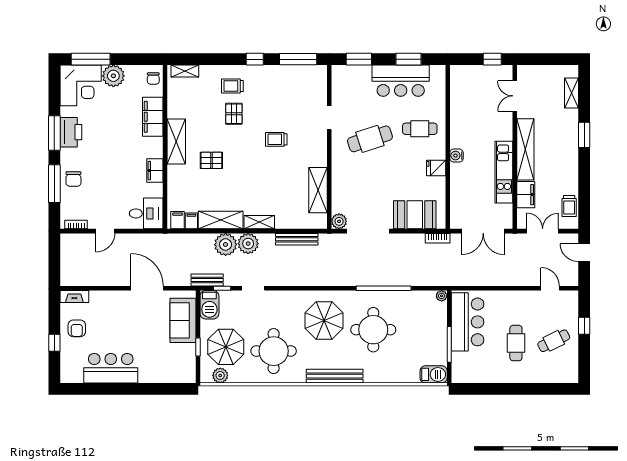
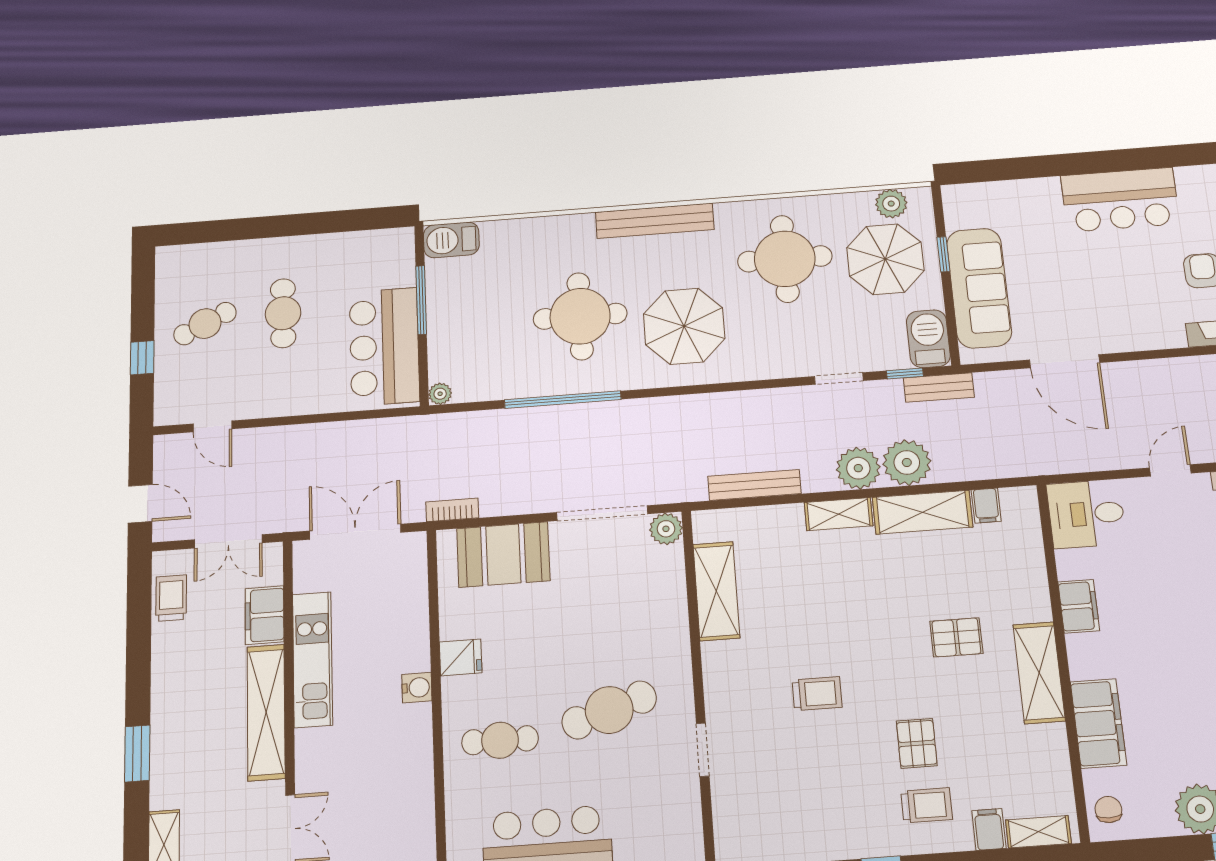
filing cabinet: (178, 220) -> (989, 829), moved, turned 180
sofa: (183, 320) -> (979, 288), width x1.36

